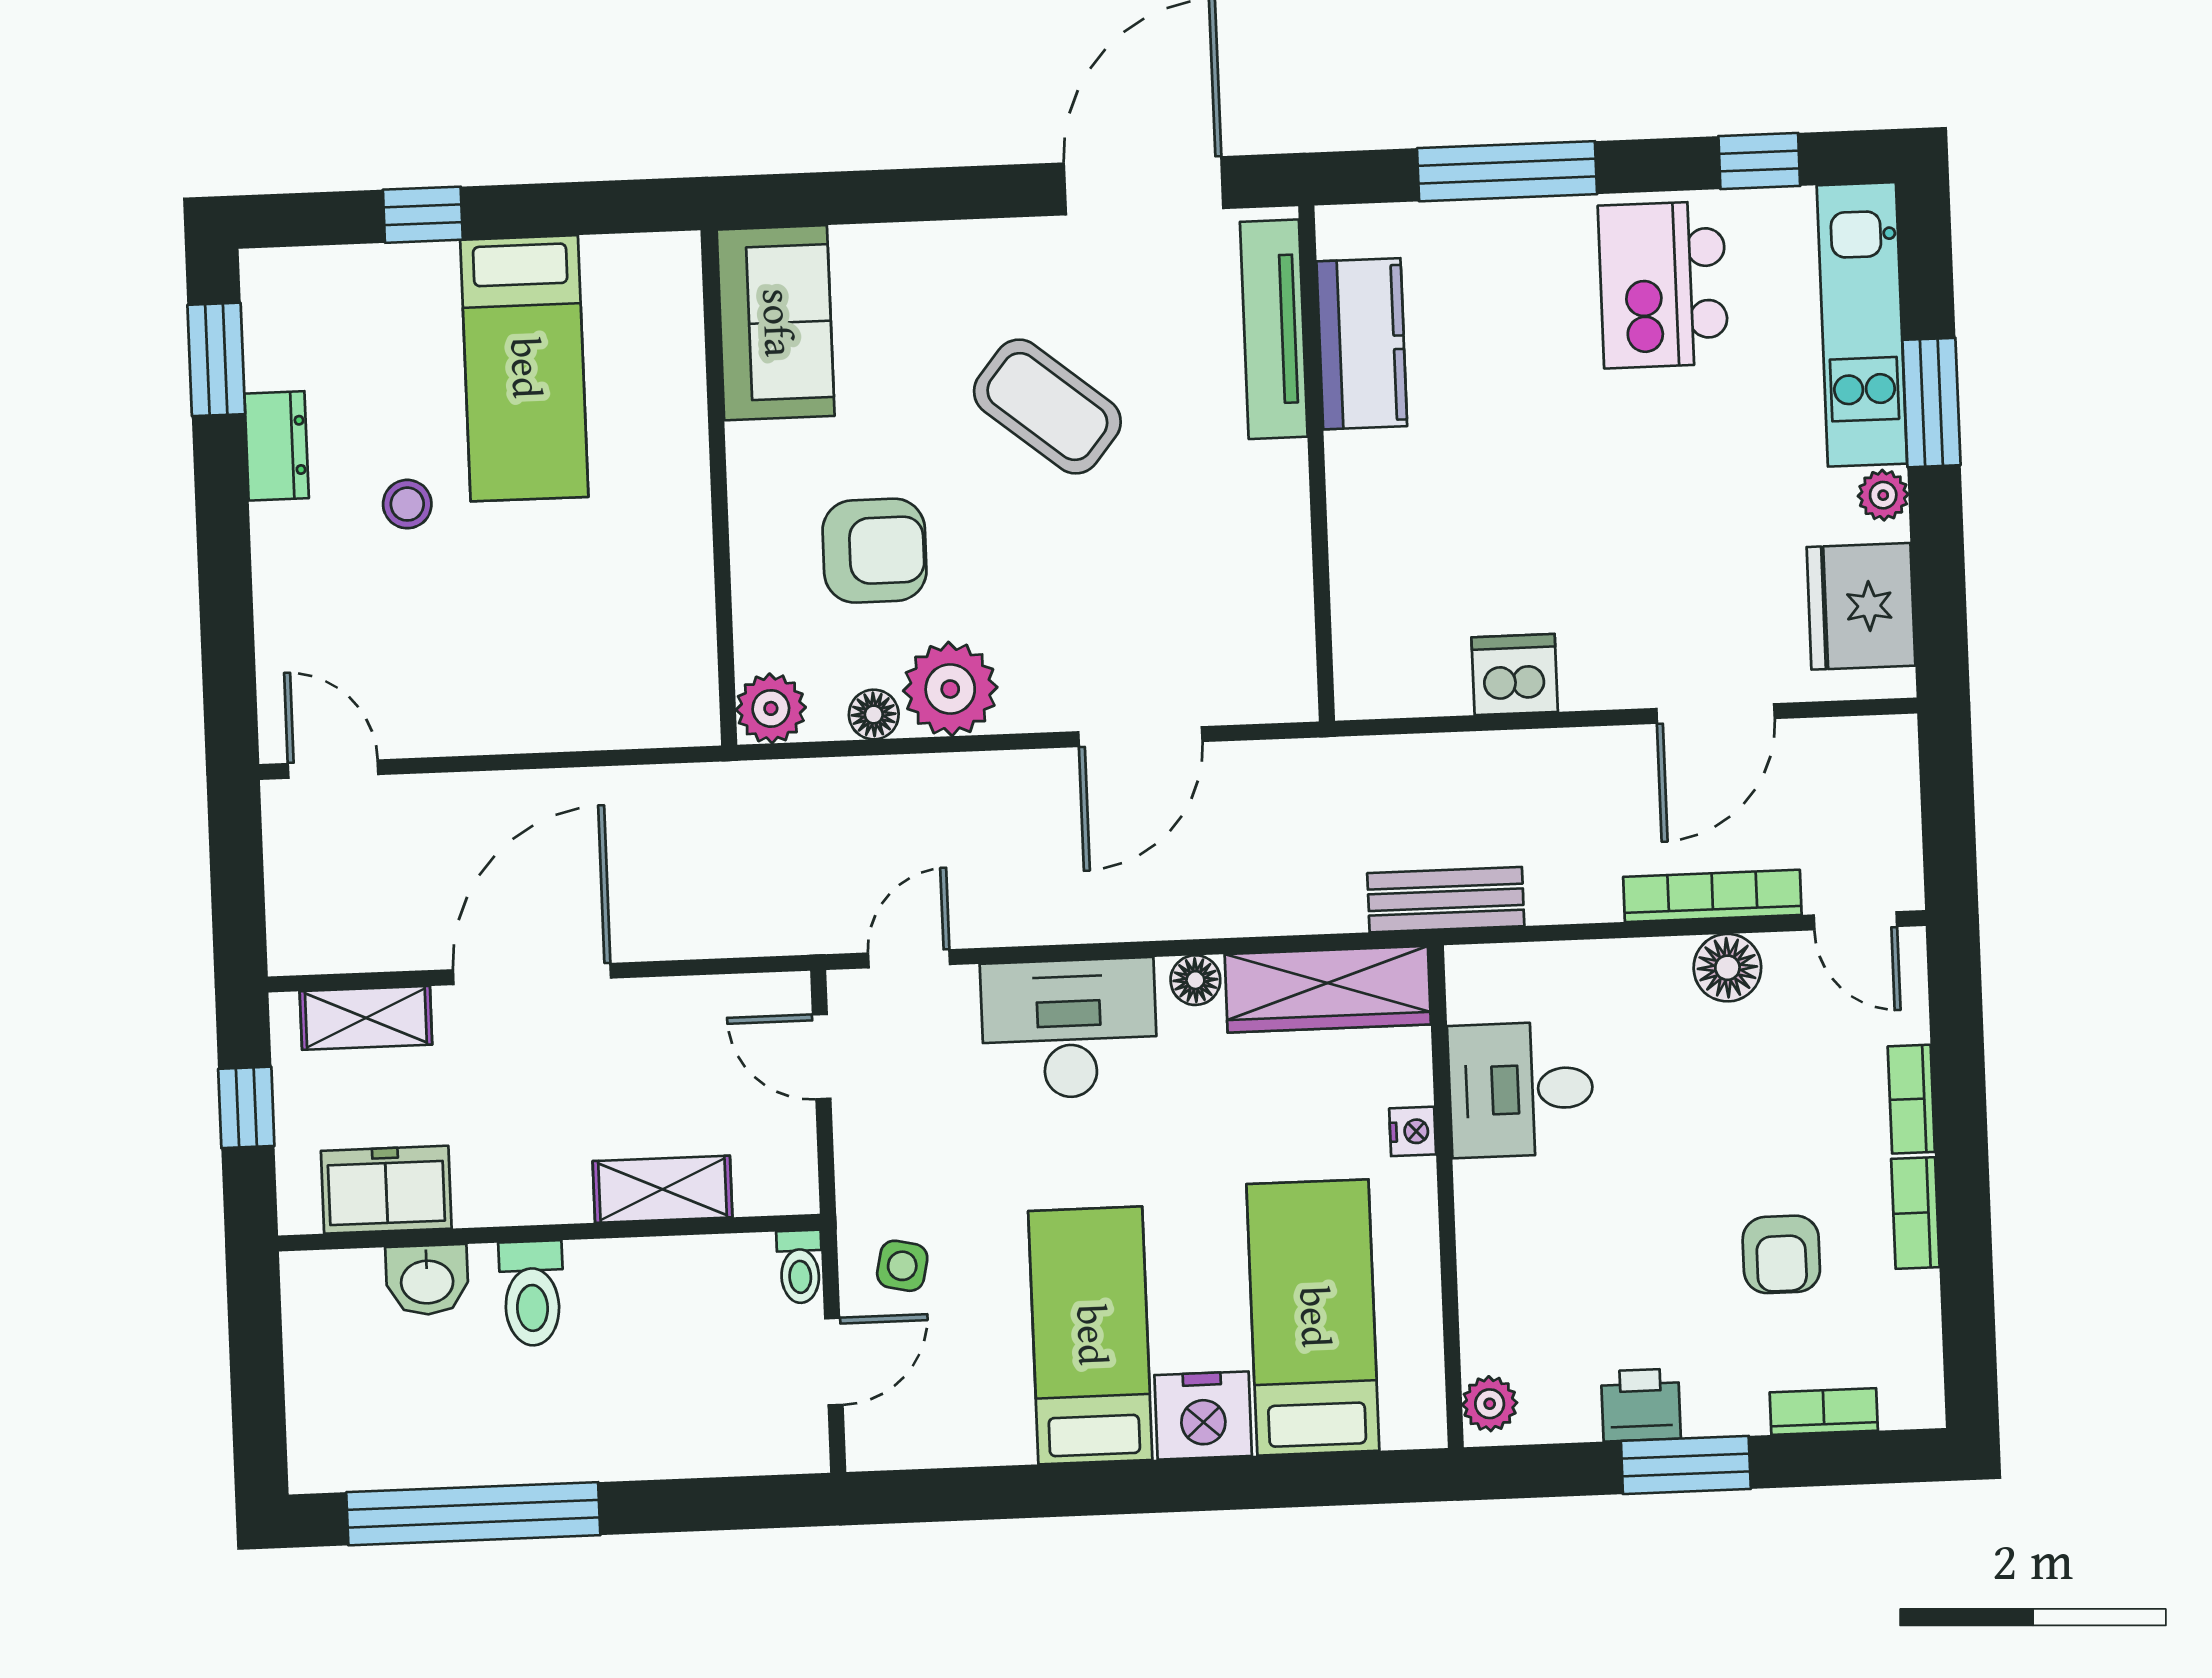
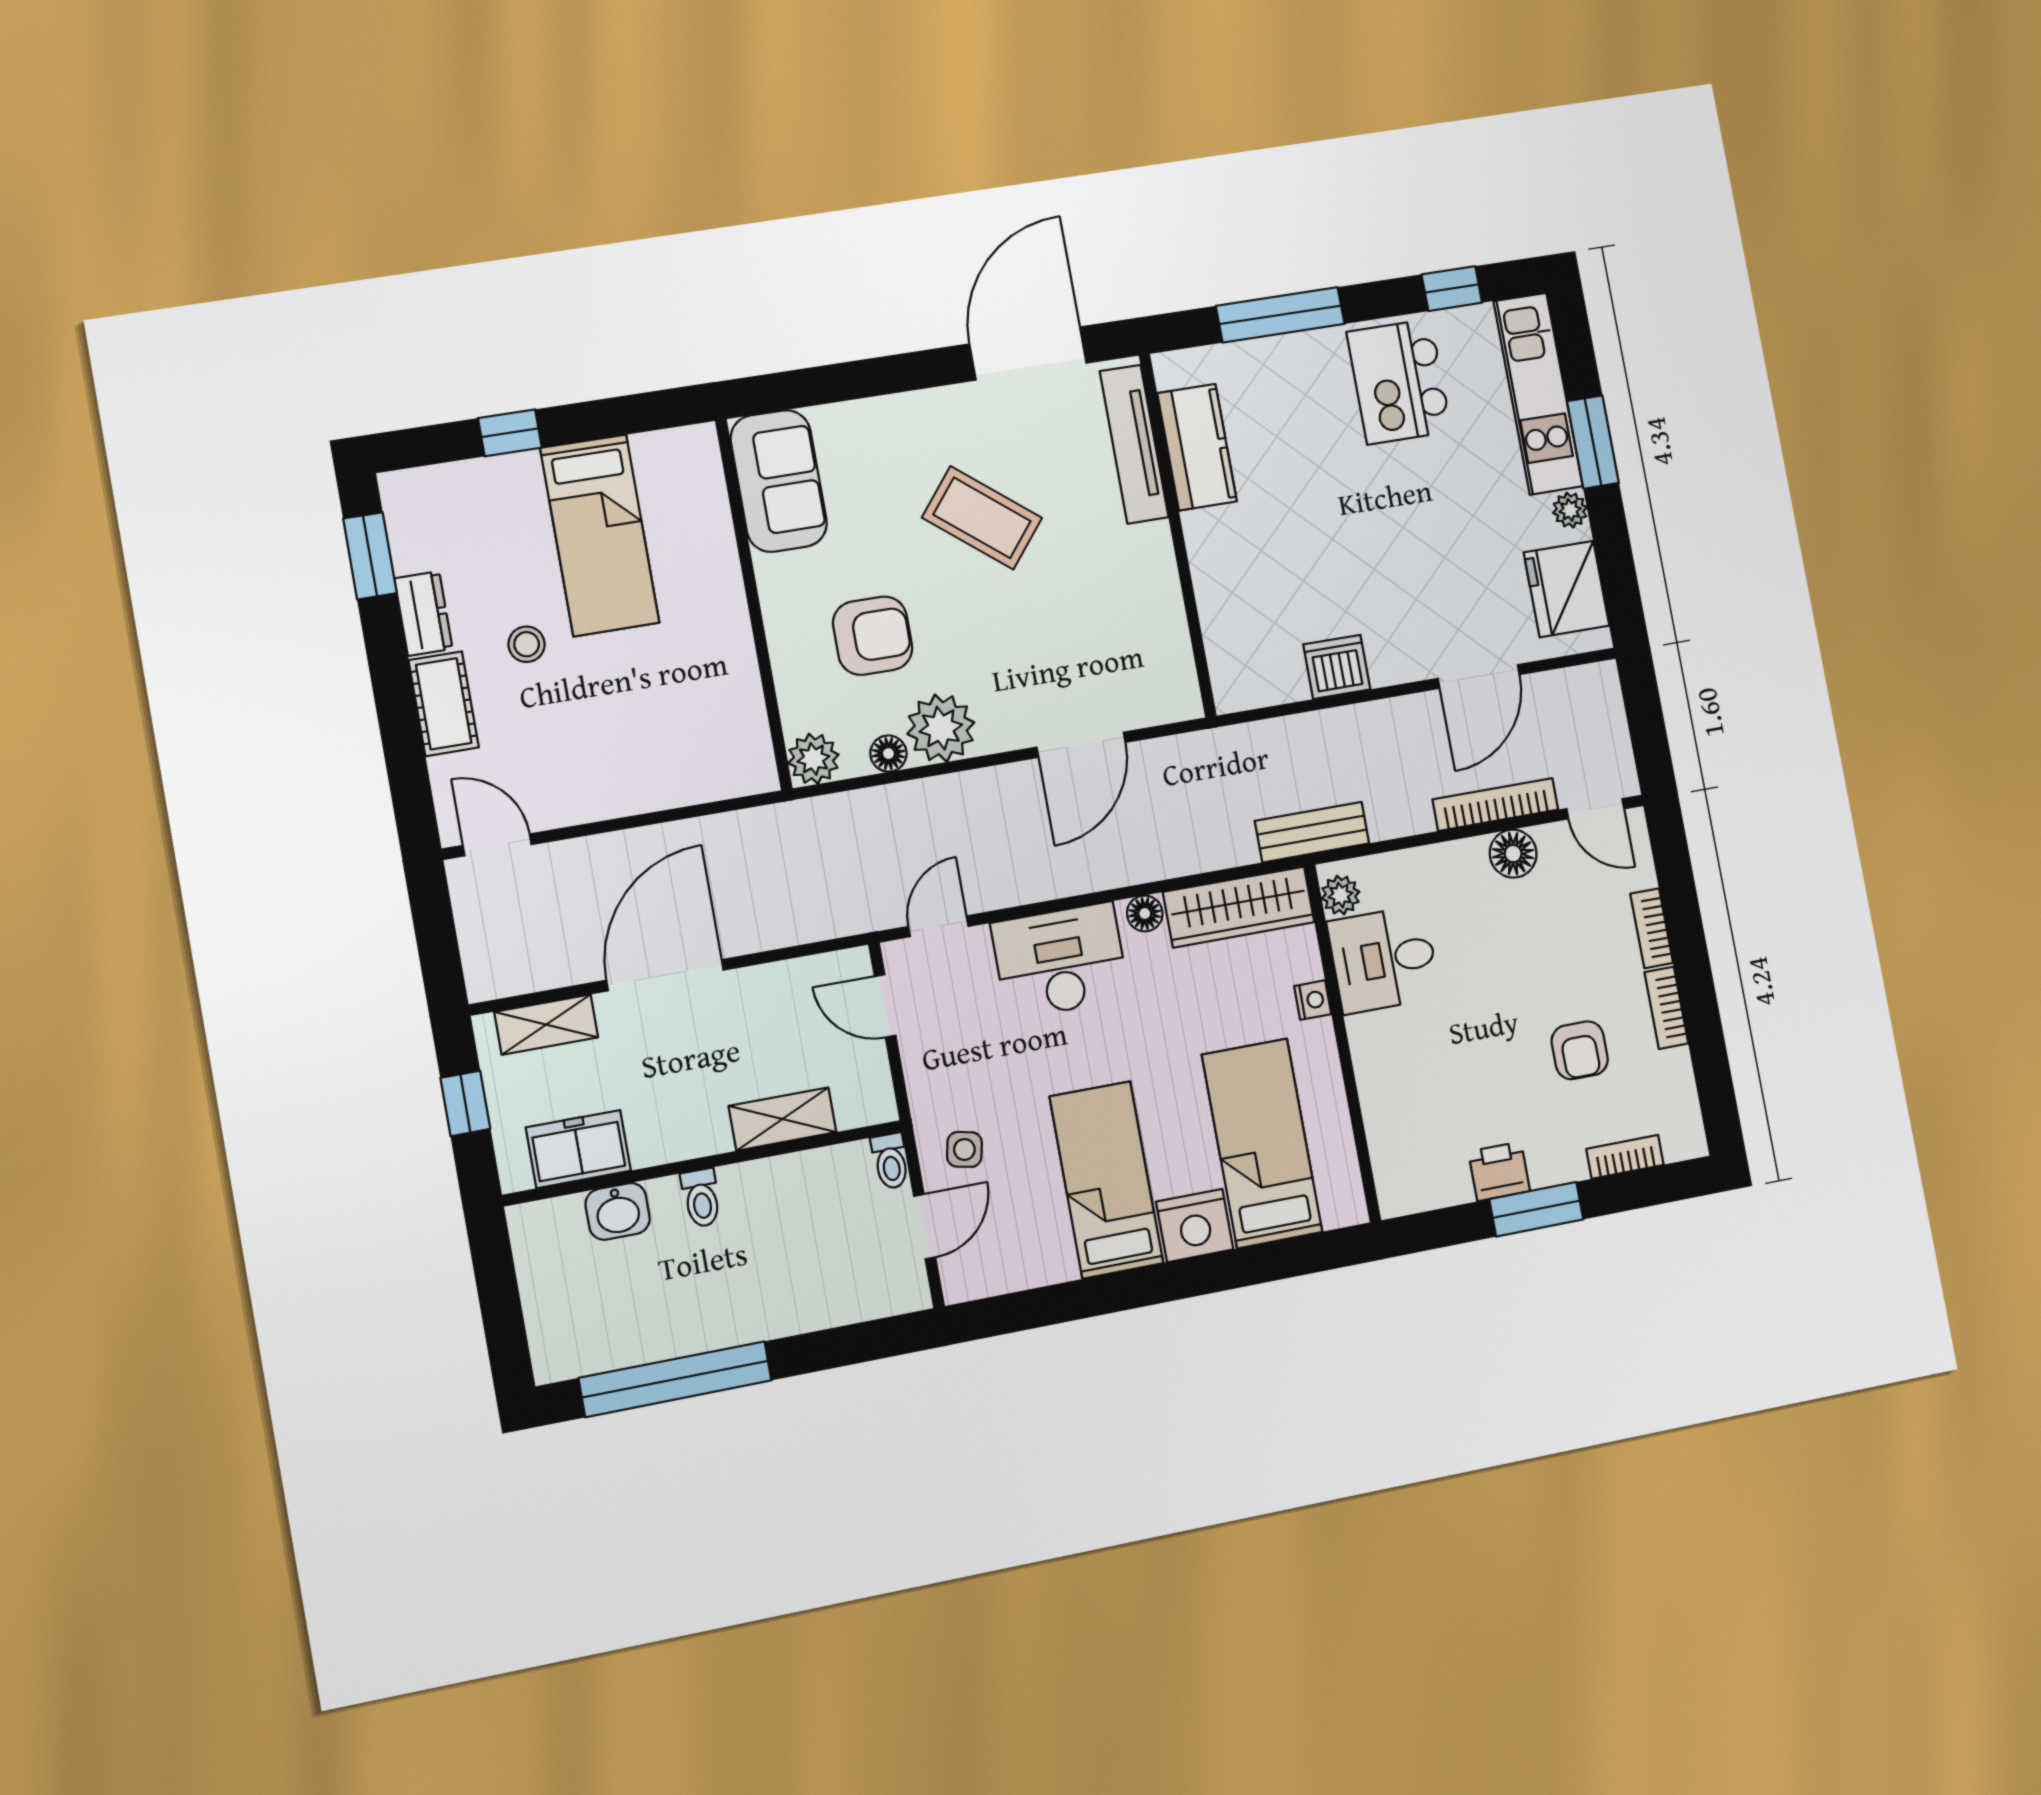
cot: (287, 571) -> (444, 704), added
toilet: (532, 1293) -> (701, 1198), width x0.73, depth x0.72
plant: (1490, 1404) -> (1341, 895), moved

